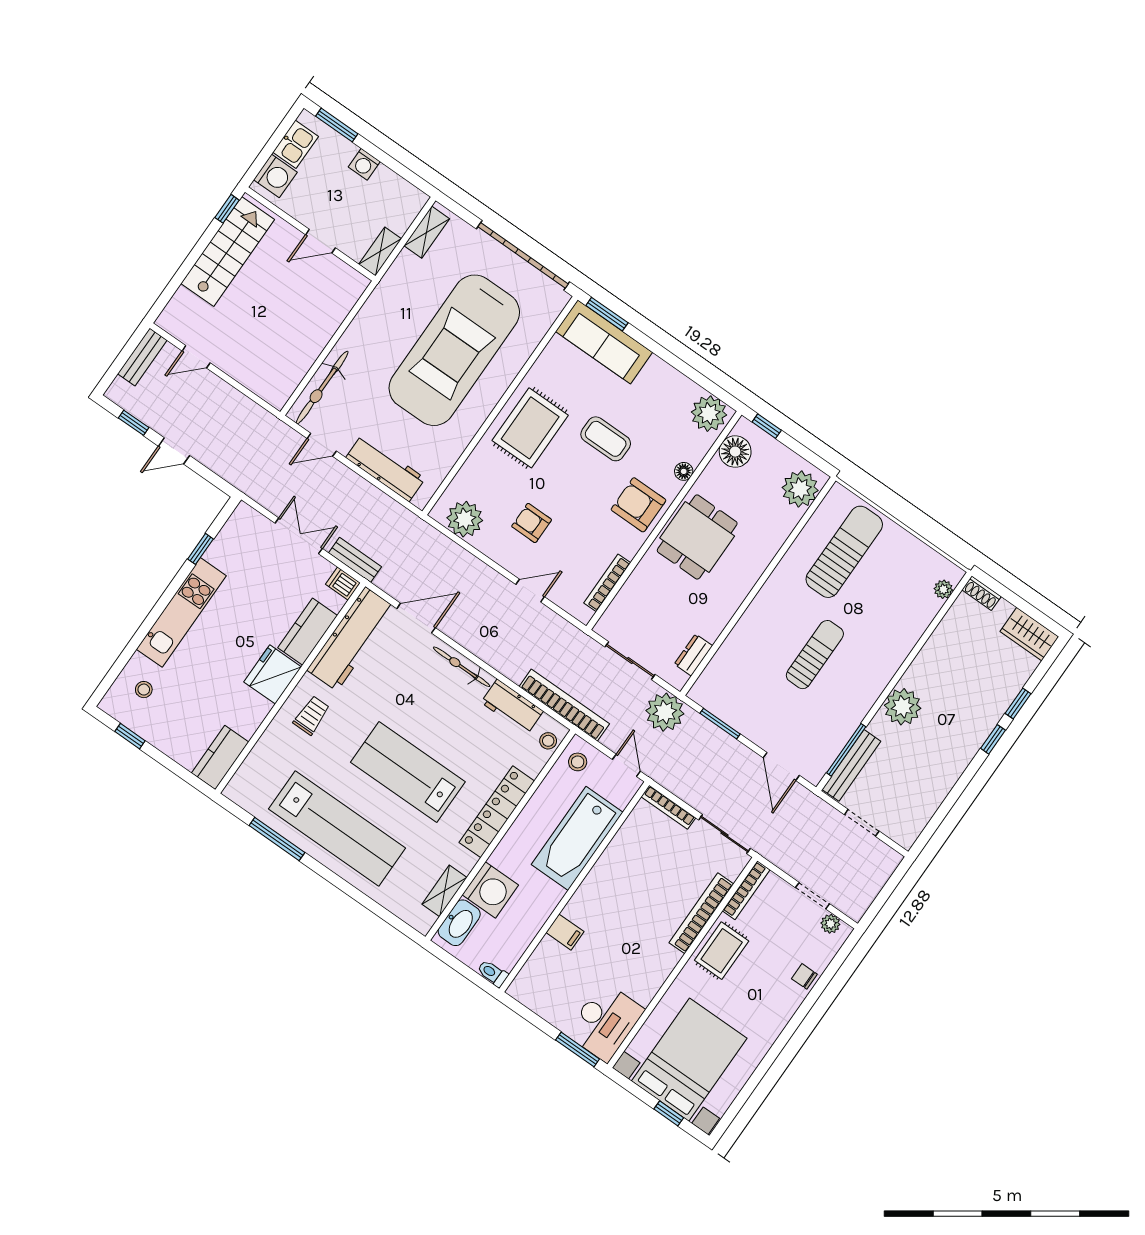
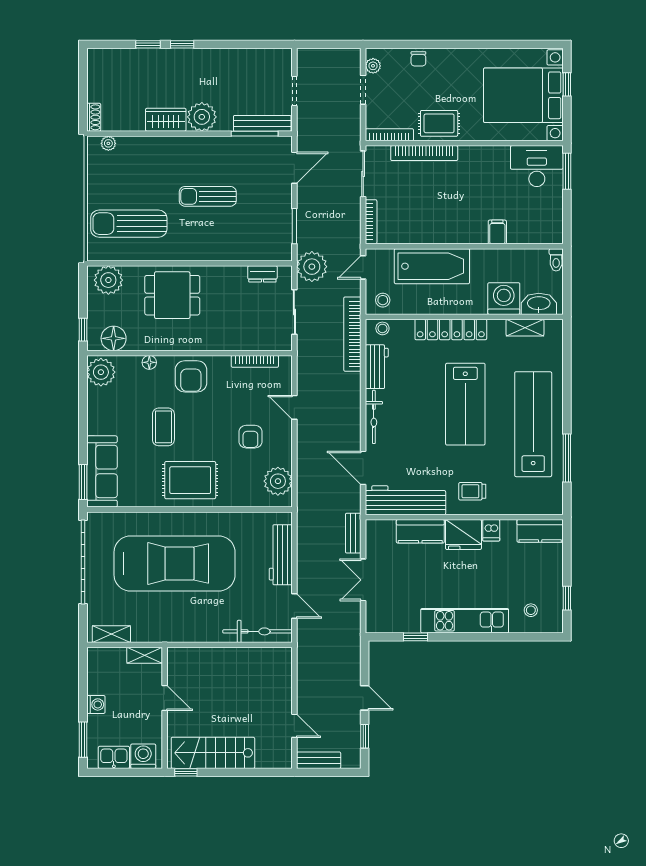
dining table: (697, 537) -> (172, 295), moved
dishwasher: (343, 584) -> (491, 530), moved
wardrobe: (1029, 634) -> (166, 120), moved, turned -90

